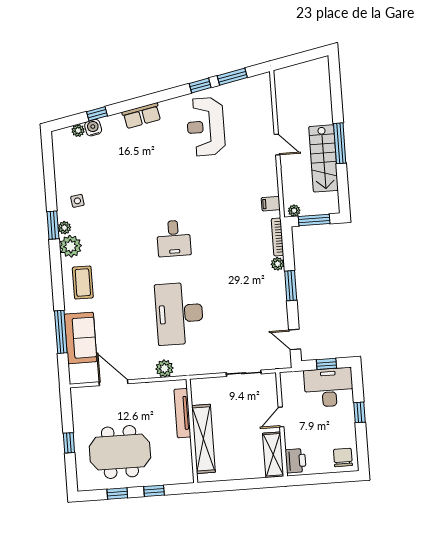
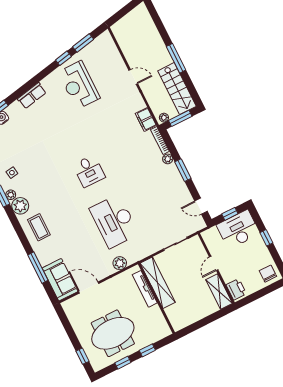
stairs: (324, 158) -> (177, 89), moved
filing cabinet: (271, 204) -> (146, 119), width x2.00
sofa: (81, 338) -> (60, 280), moved
shelving: (204, 439) -> (158, 283), moved
window: (69, 443) -> (82, 356), moved

